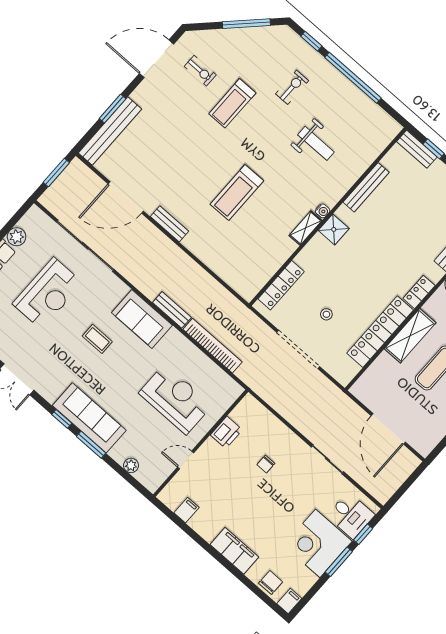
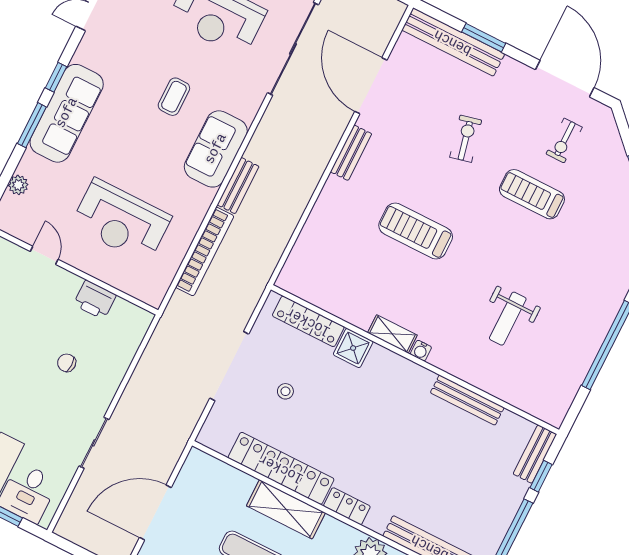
exercise bike: (292, 87) -> (466, 139), moved, turned -103
shower: (334, 229) -> (353, 348), moved
reception desk: (175, 399) -> (121, 221), turned 90

